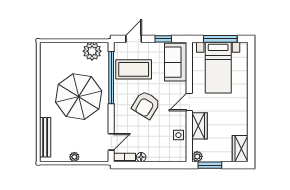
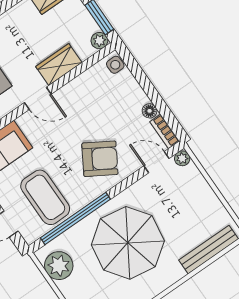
armchair: (146, 105) -> (100, 159), moved
side table: (178, 135) -> (115, 65), moved
plant: (74, 157) -> (182, 158), moved

